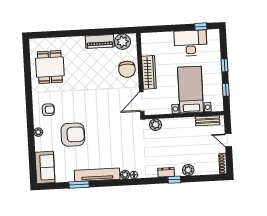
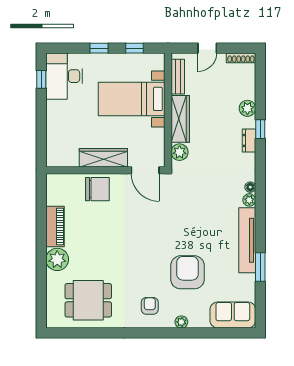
plant: (122, 42) -> (57, 259), moved
desk: (191, 43) -> (64, 76), moved
wardrobe: (179, 124) -> (180, 119), added

